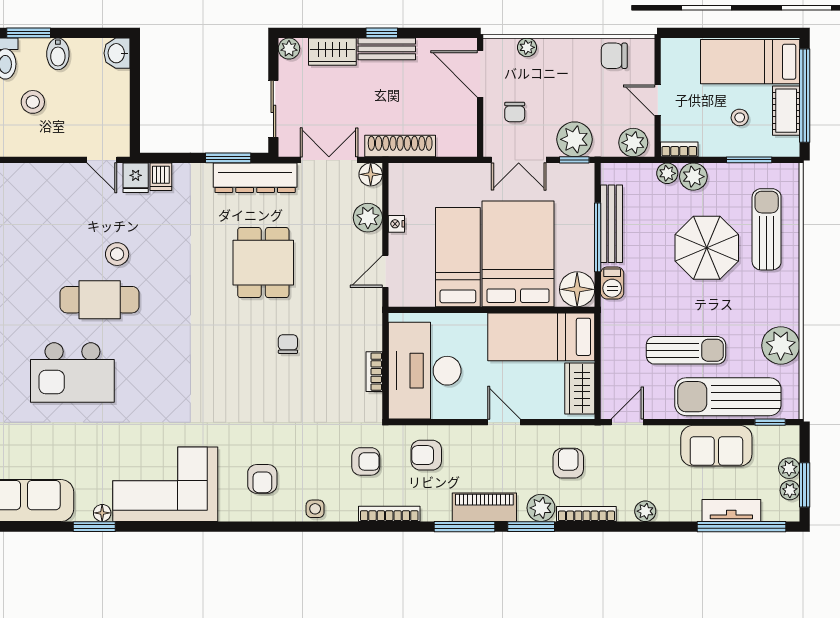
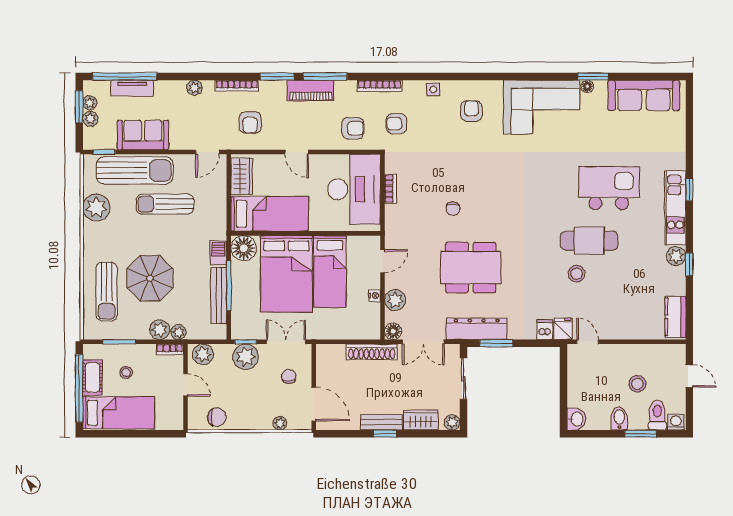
dining table: (263, 263) -> (471, 268), width x1.37
plant: (541, 508) -> (270, 90), removed

